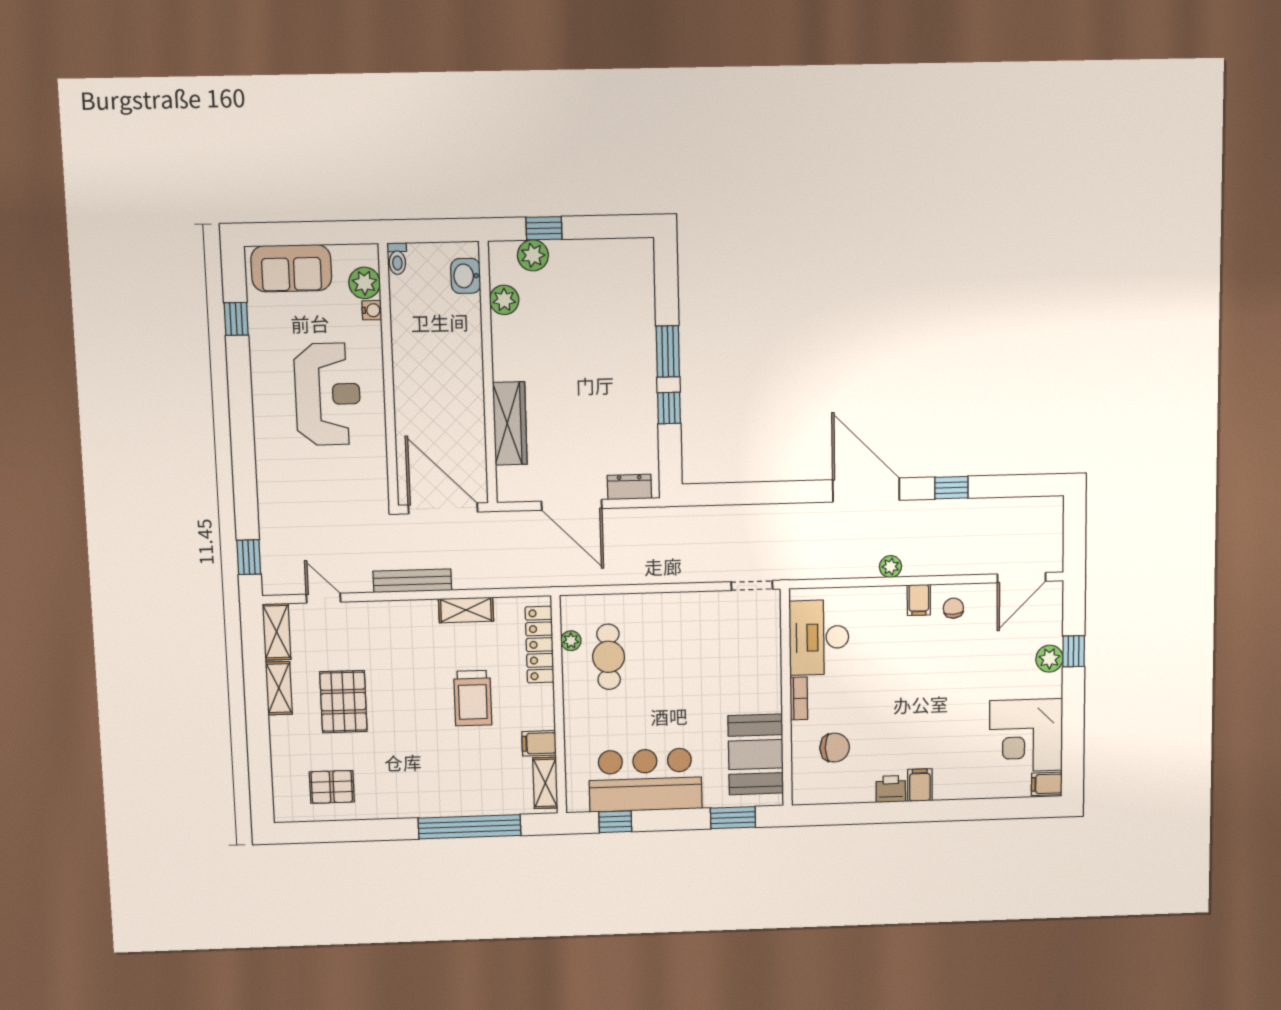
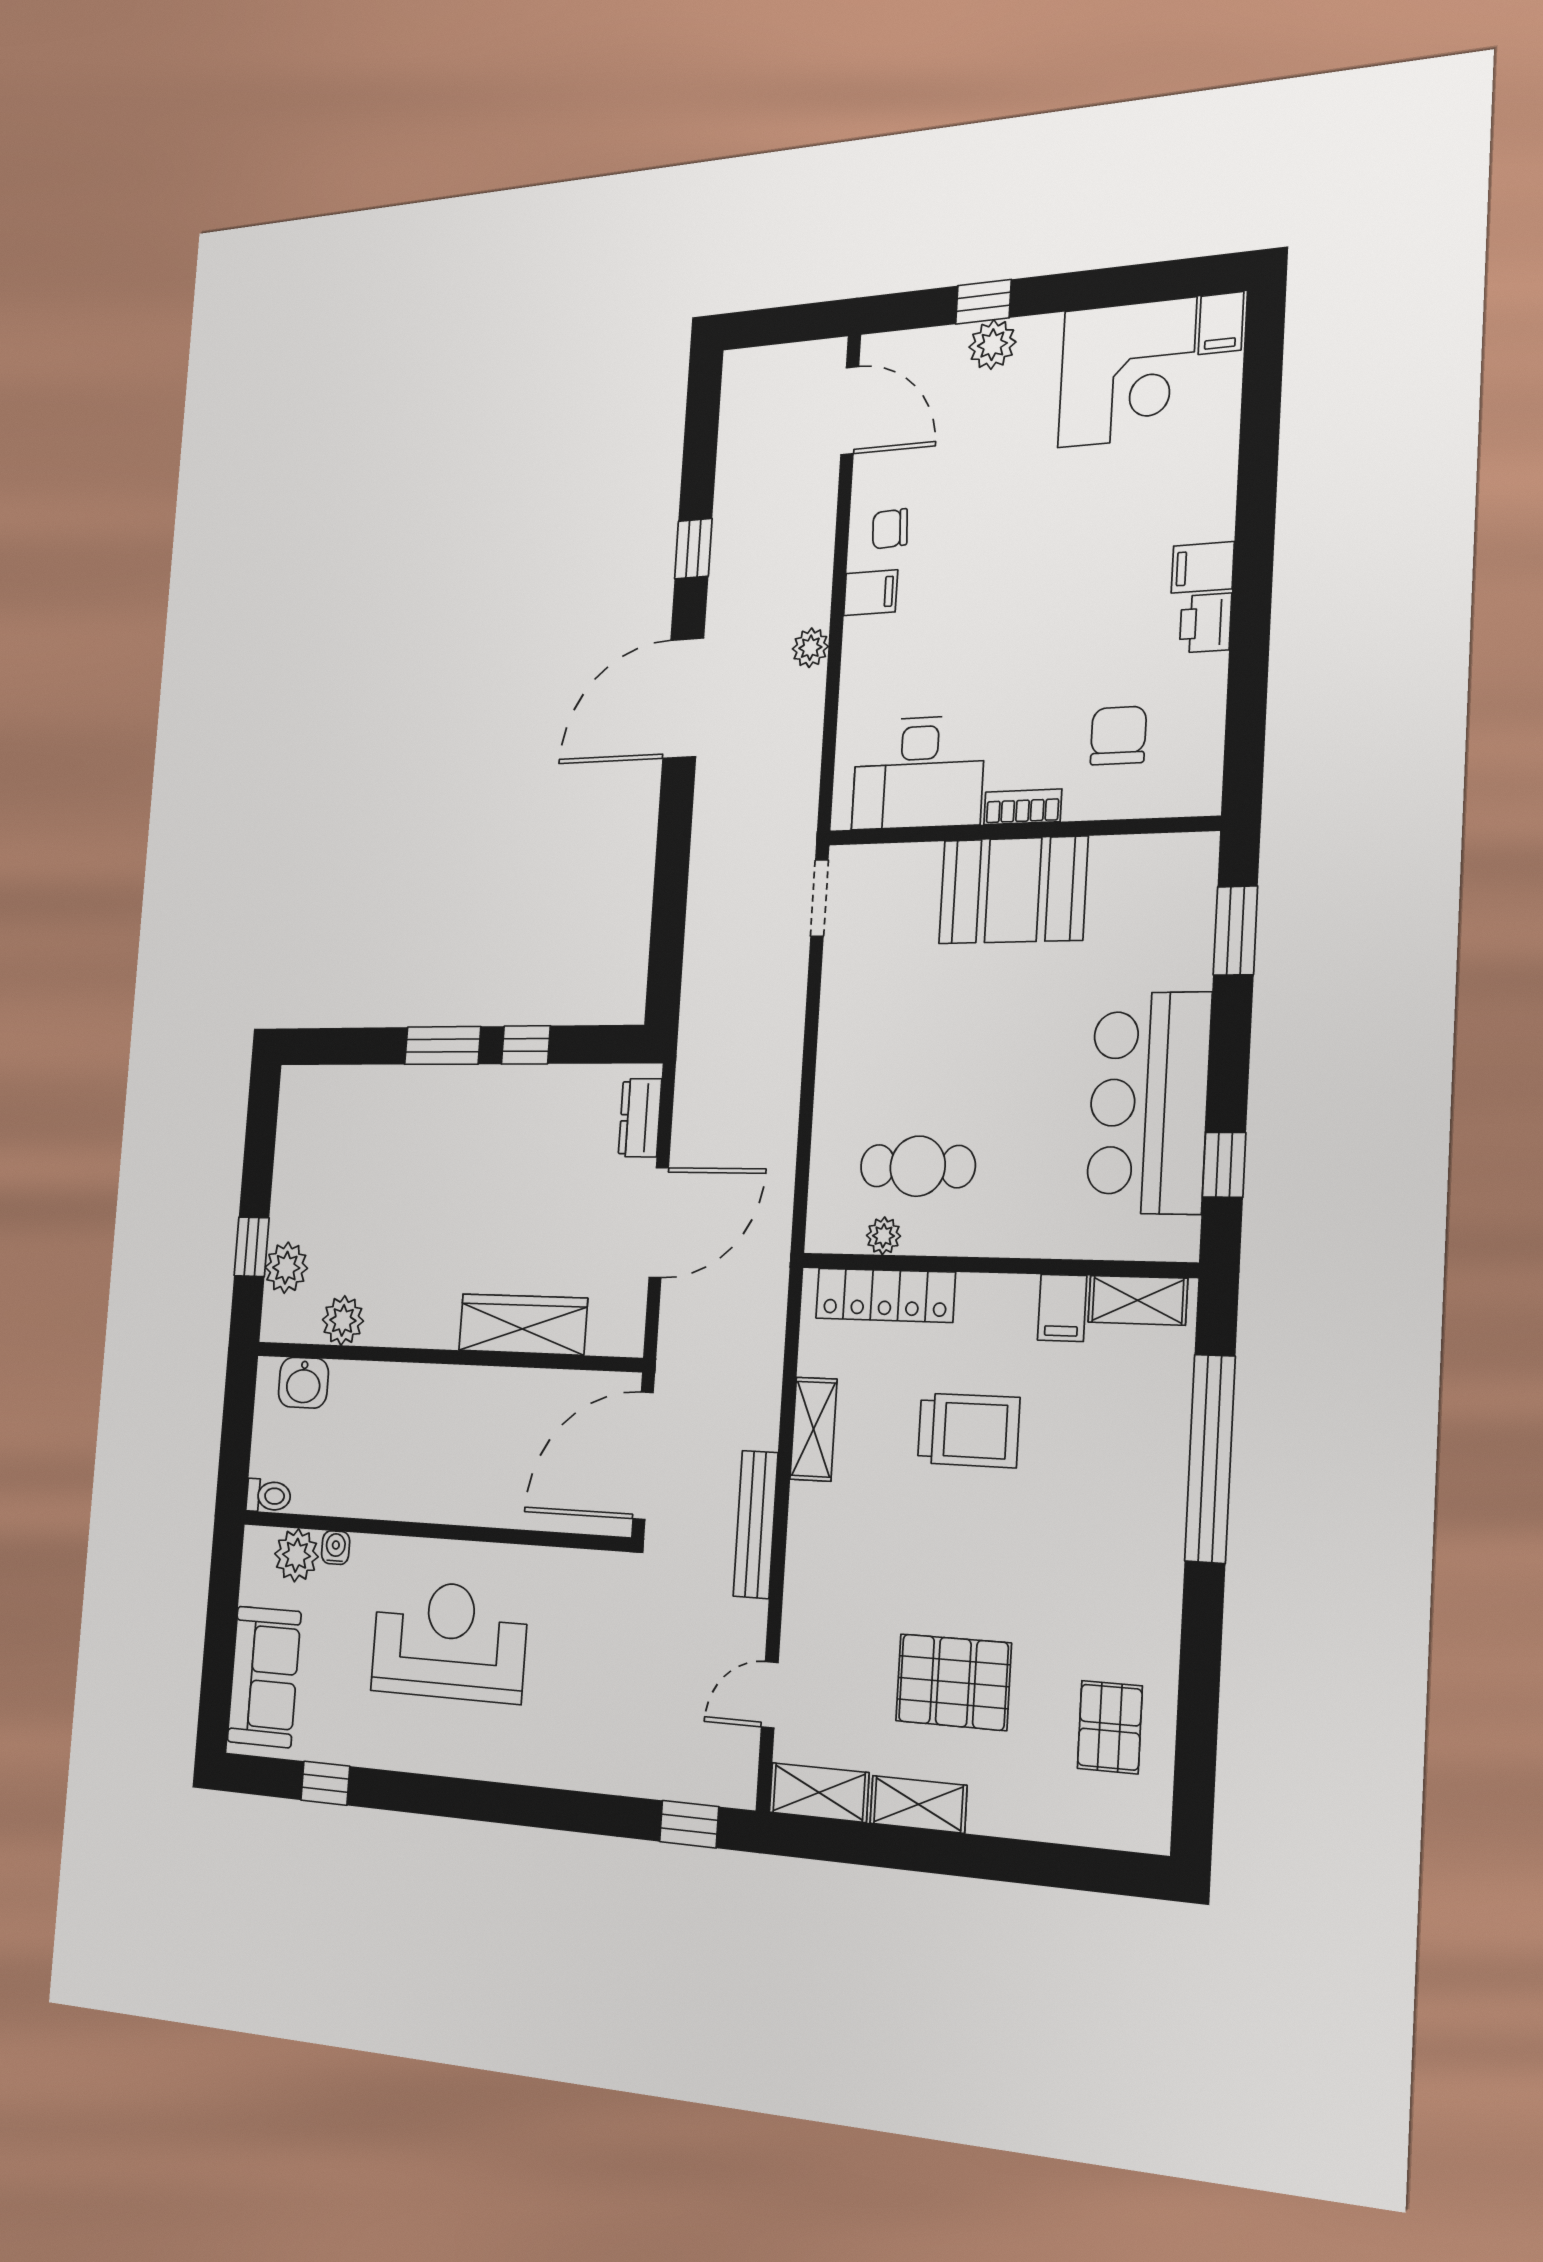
booth: (756, 754) -> (1013, 890), moved

